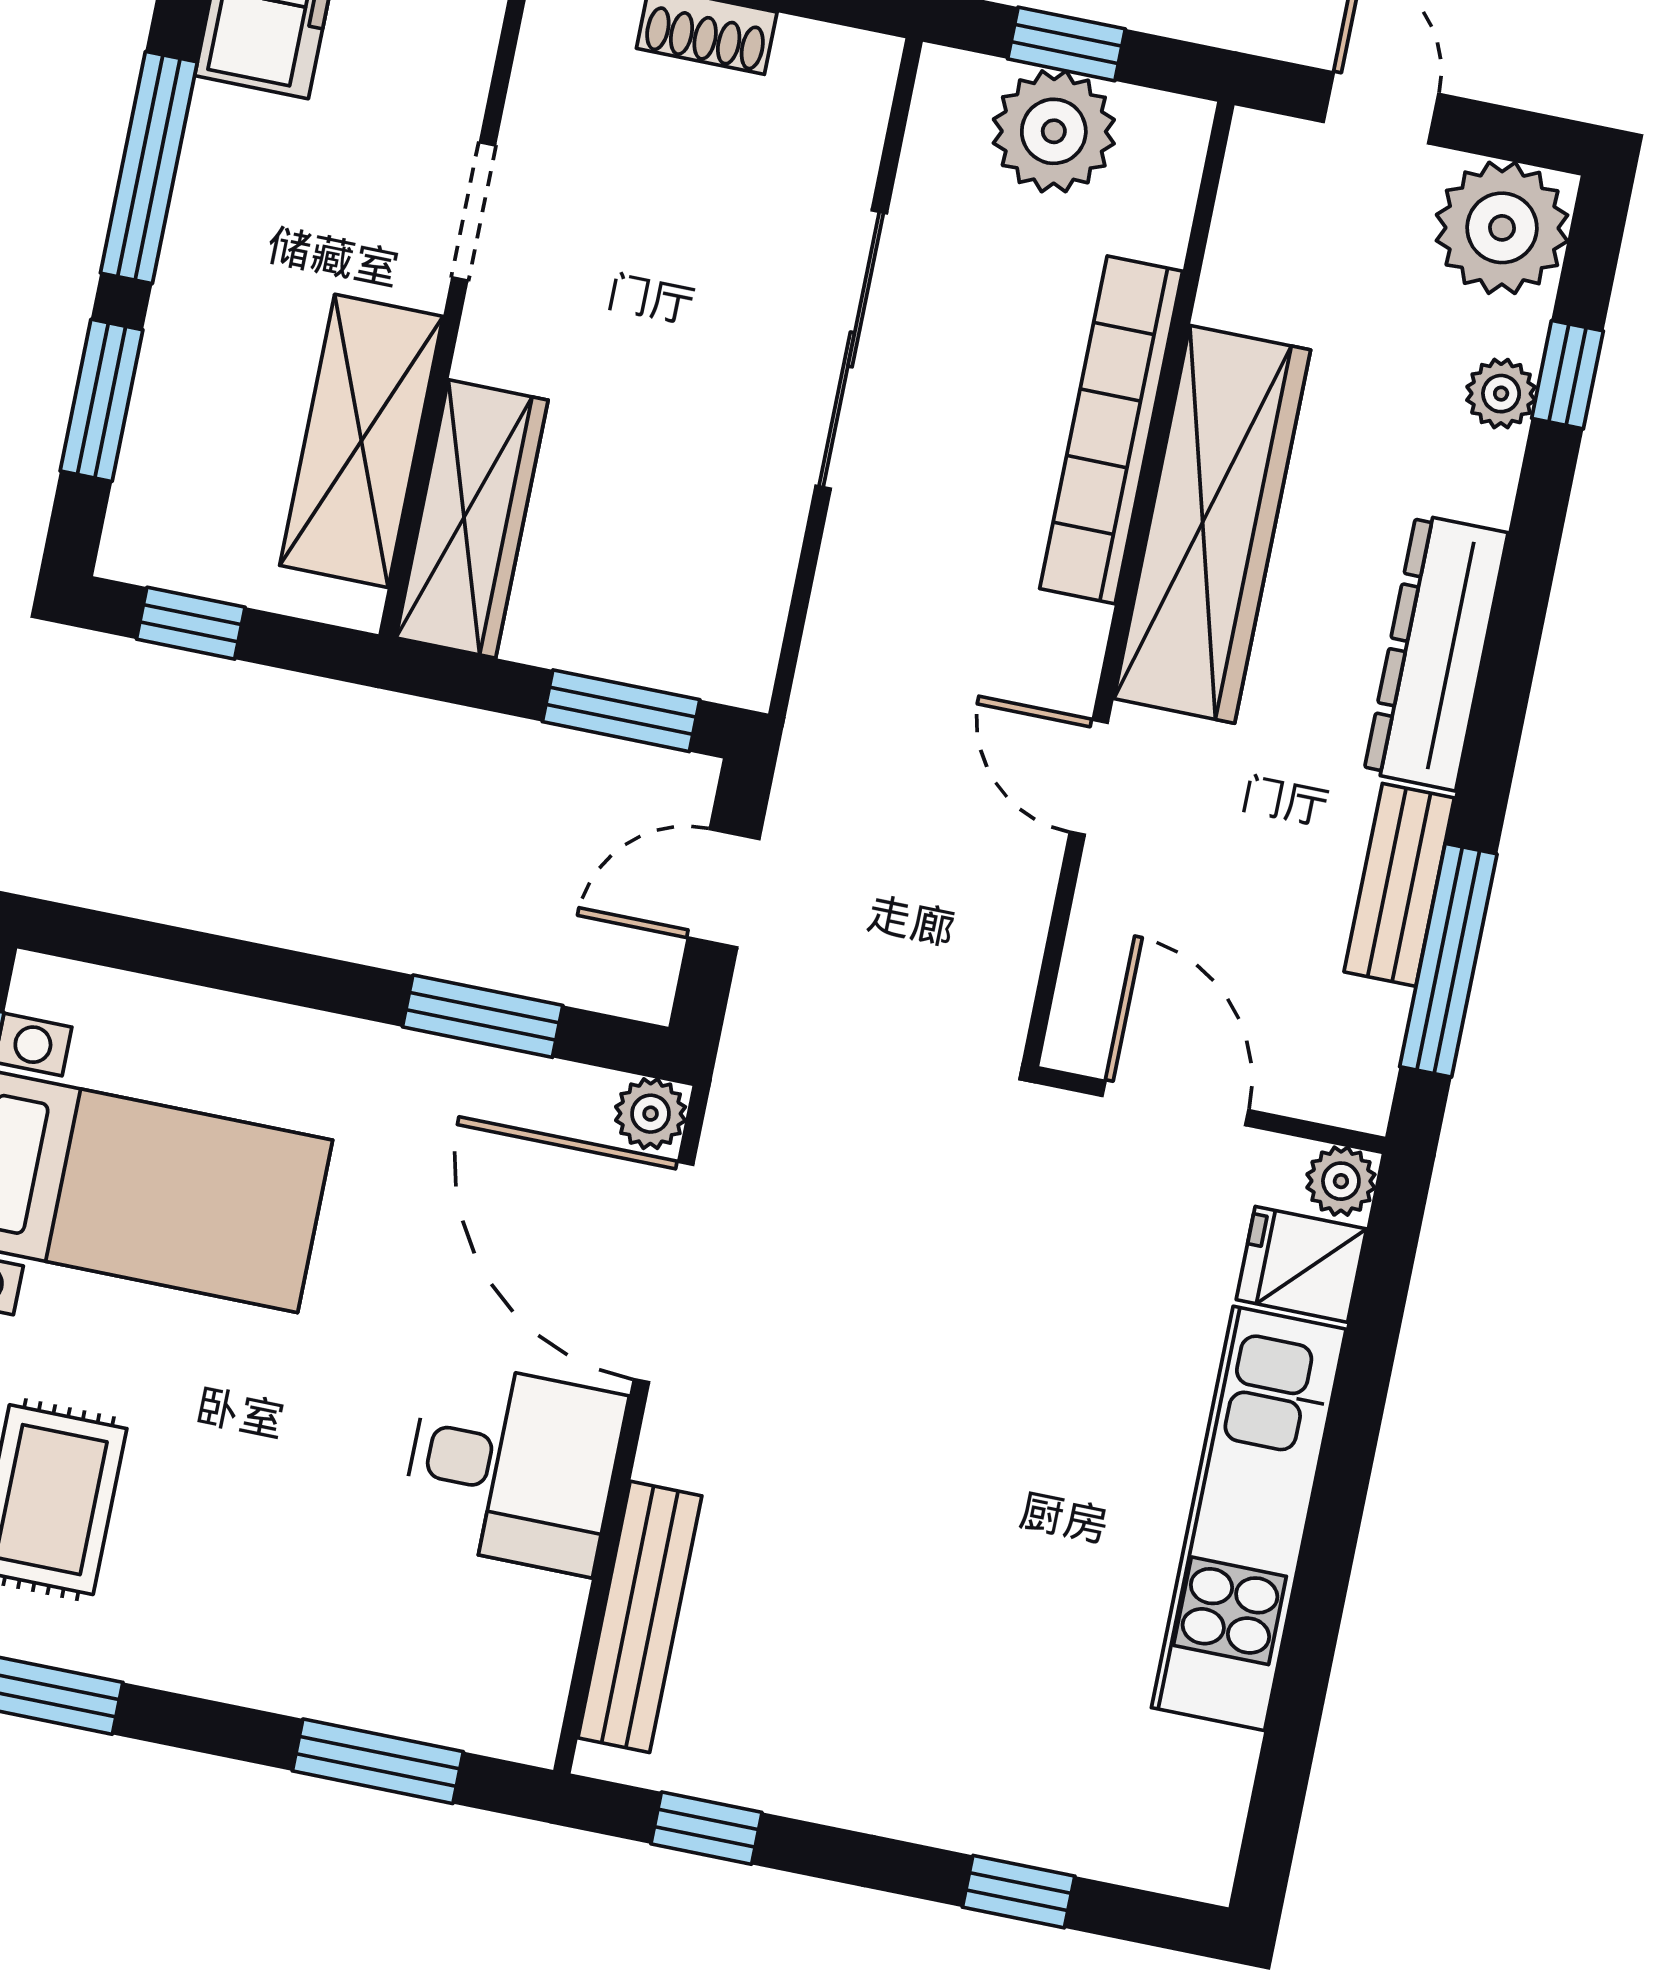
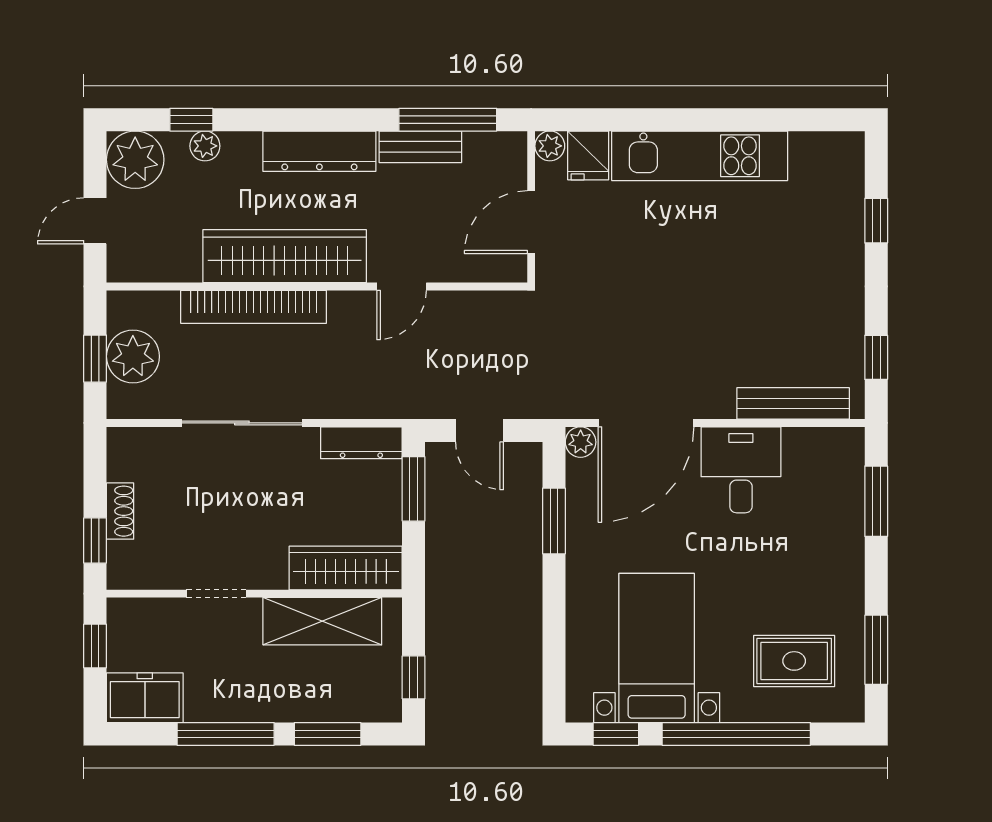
dresser: (751, 613) -> (361, 443), added

